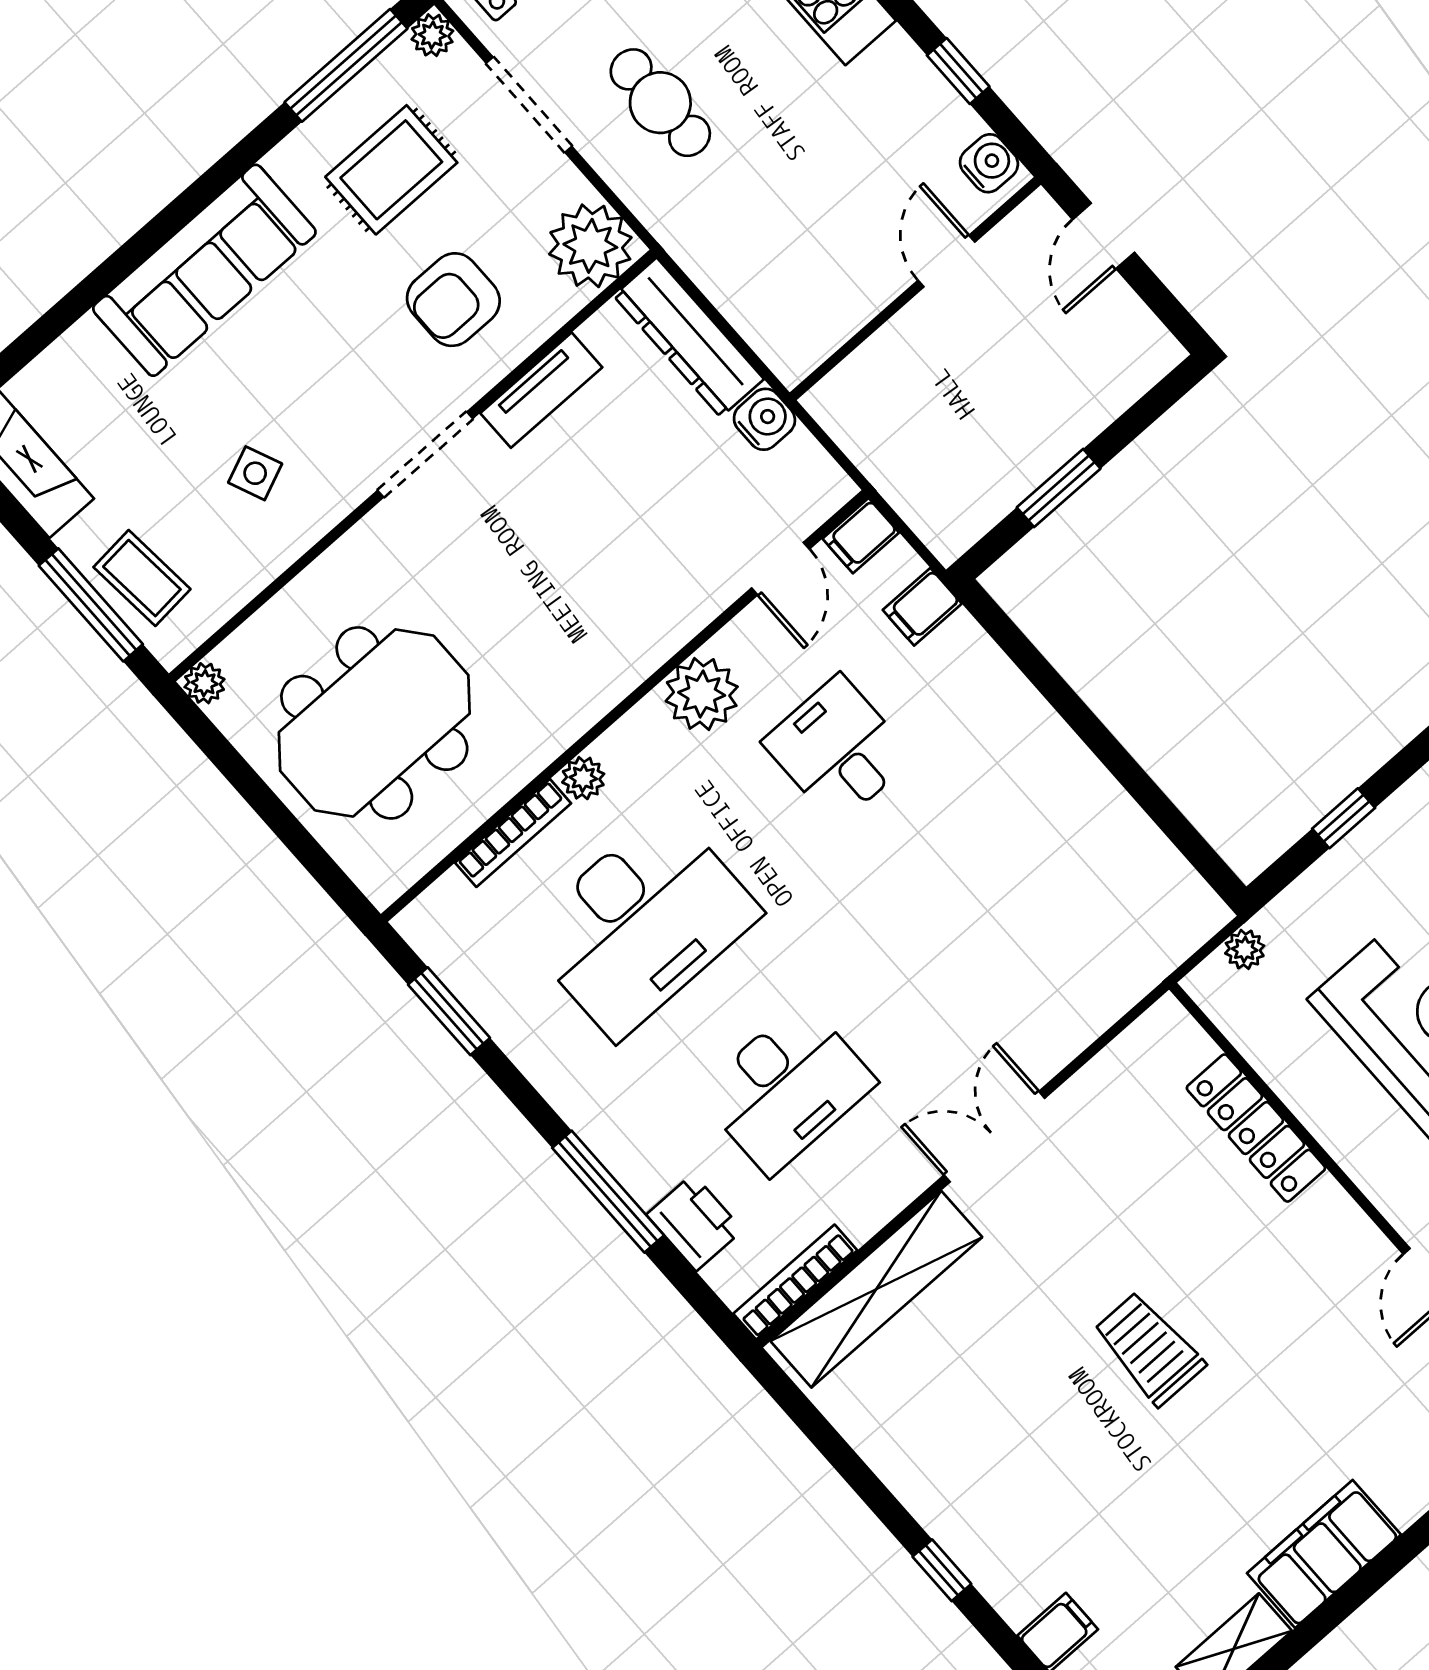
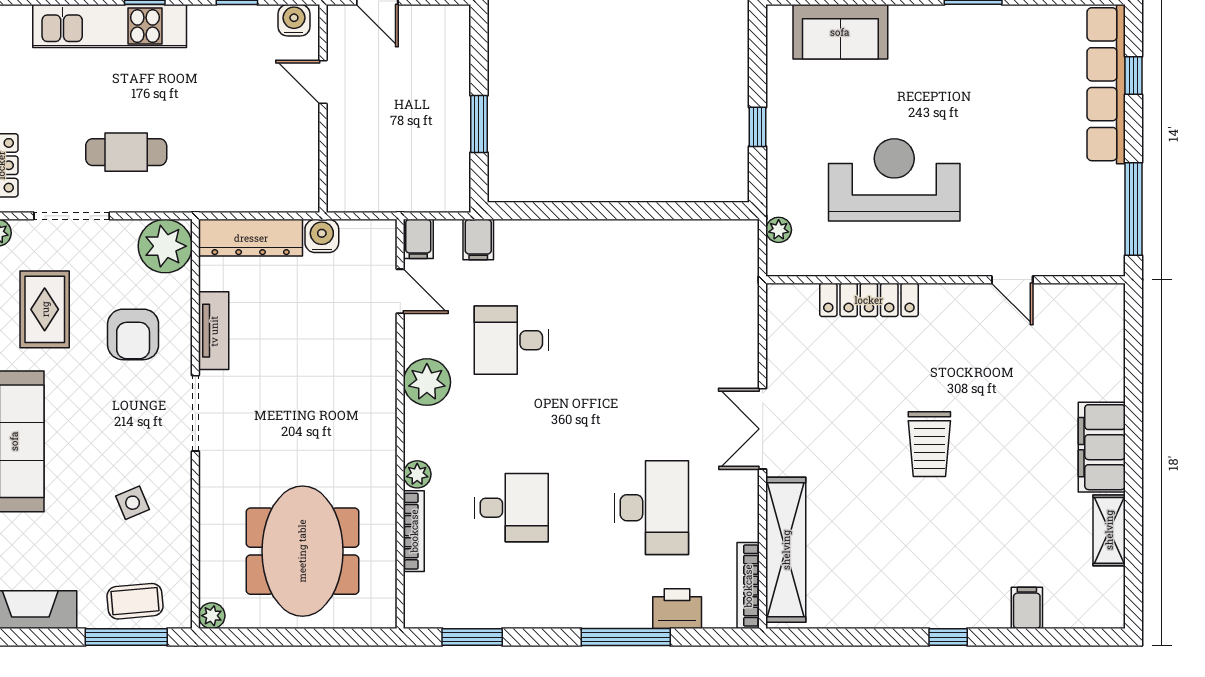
desk: (641, 923) -> (511, 508), width x0.53, depth x0.77
trolley: (1149, 1348) -> (929, 444), turned -90

